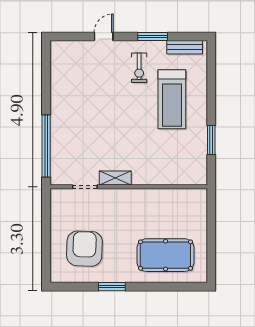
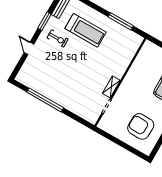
window: (211, 140) -> (121, 21), width x1.44
window: (46, 146) -> (45, 100), moved

